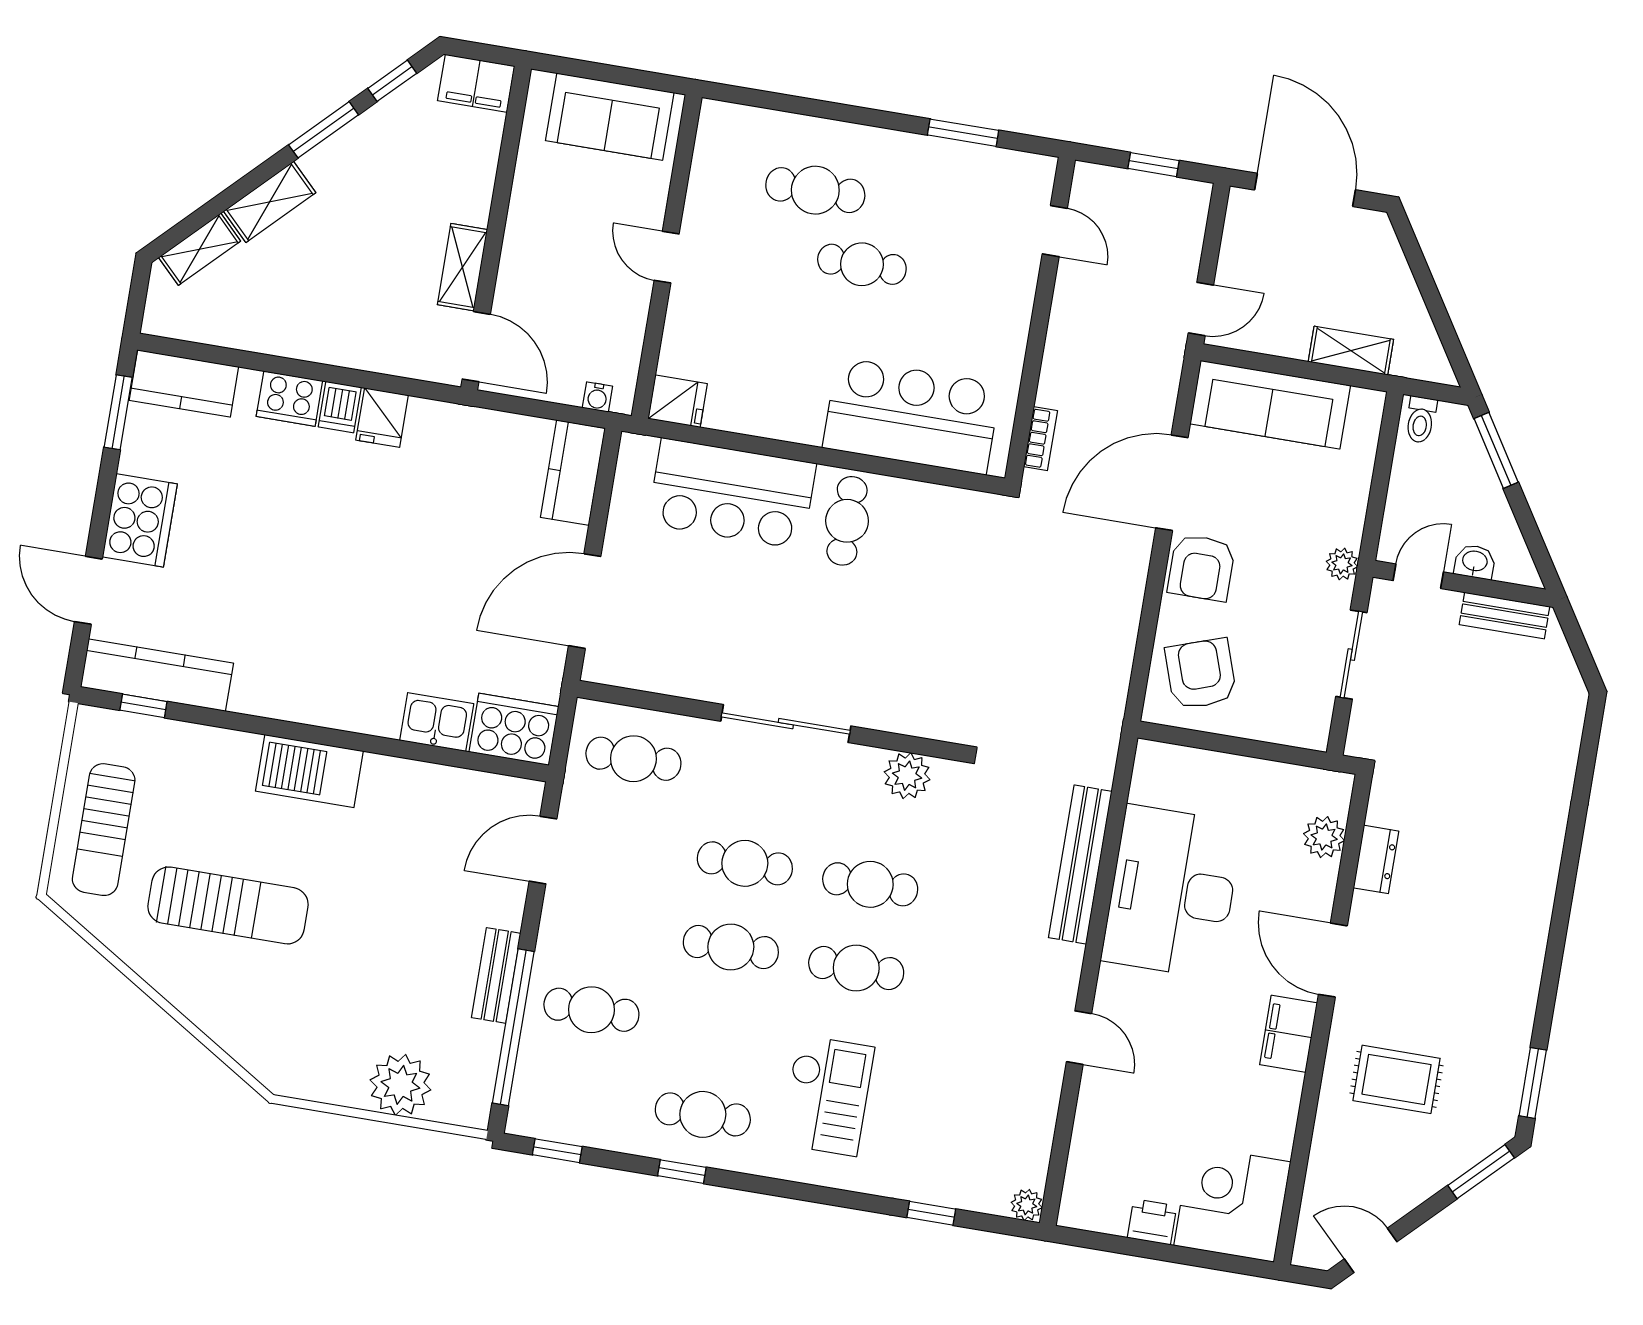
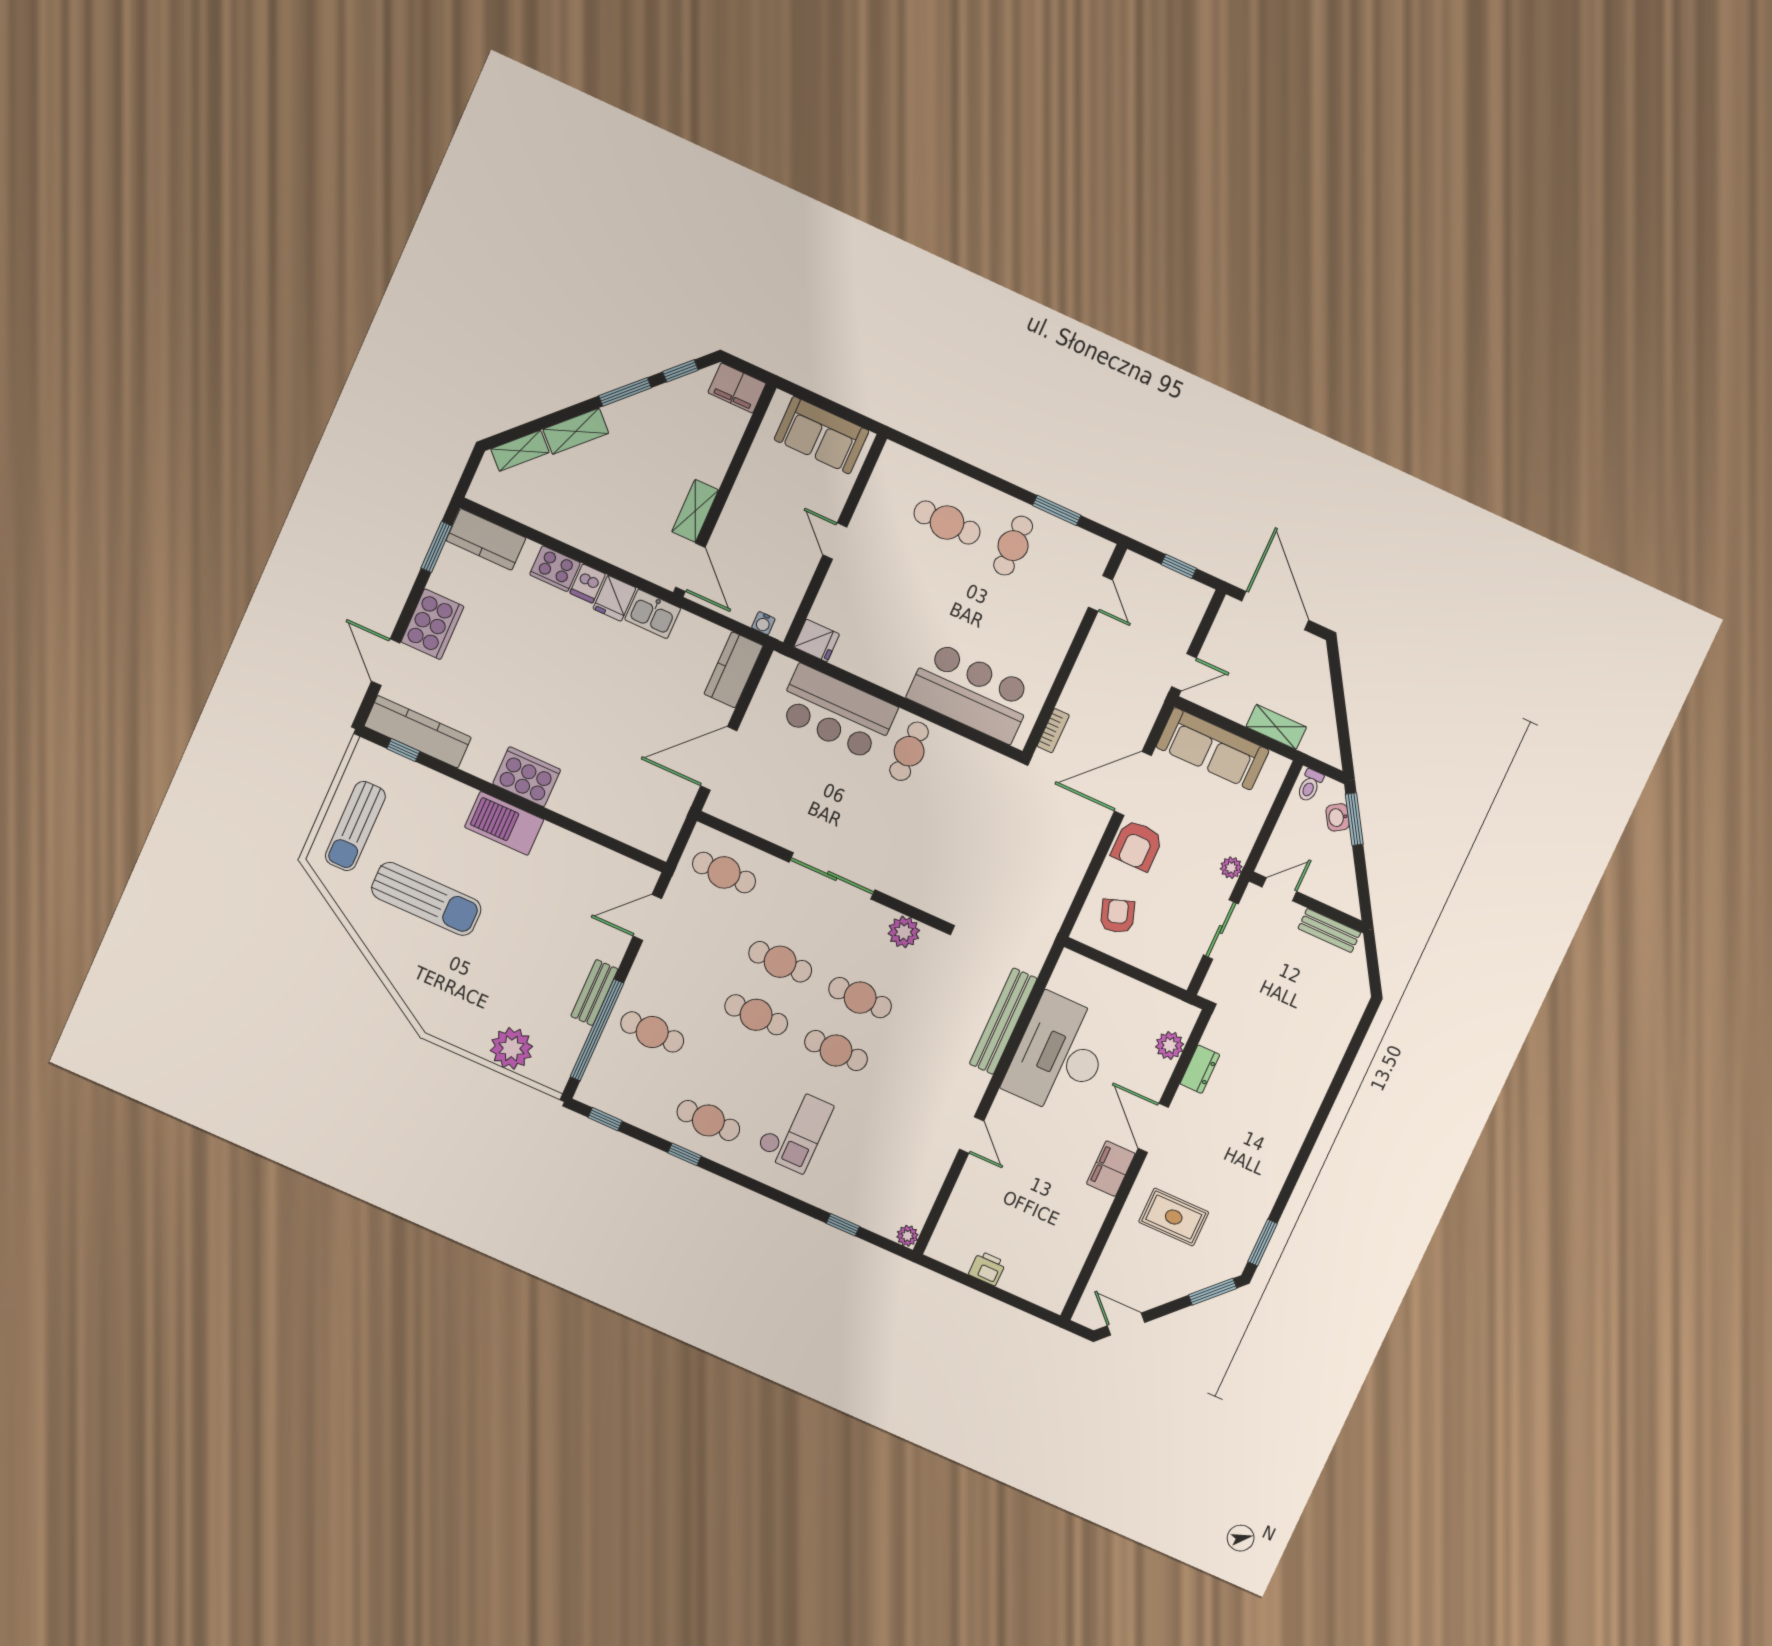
cafe table: (862, 264) -> (1013, 546), moved, turned 90
washbasin: (1475, 562) -> (1338, 817), moved, turned -122
armchair: (1201, 674) -> (1118, 916), width x0.72, depth x0.72
kitchen sink: (437, 722) -> (653, 614), moved, turned 180
cooker: (514, 729) -> (527, 777), moved
corner desk: (1232, 1204) -> (1043, 1270), removed

